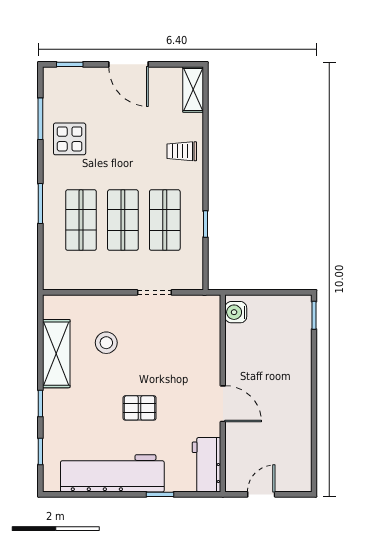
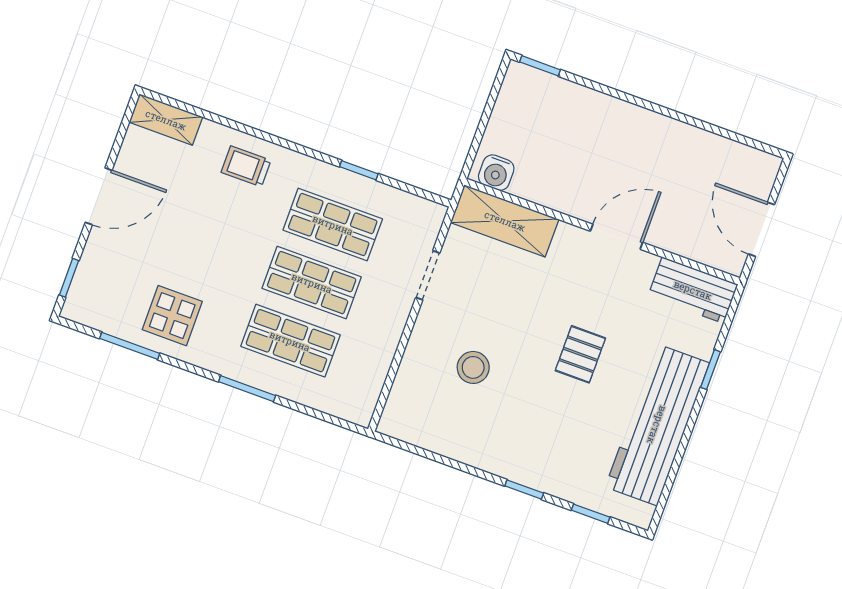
trolley: (182, 151) -> (246, 166), turned 90
shelving: (56, 354) -> (505, 221), moved
door: (261, 494) -> (761, 229), width x1.38

